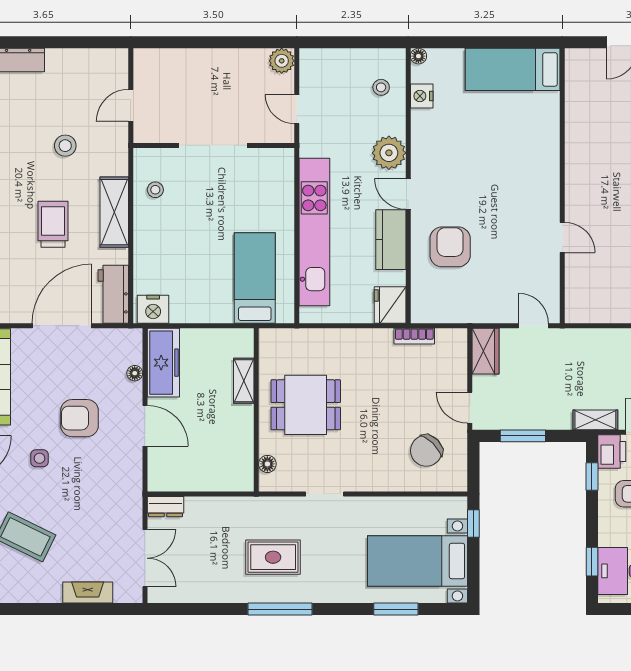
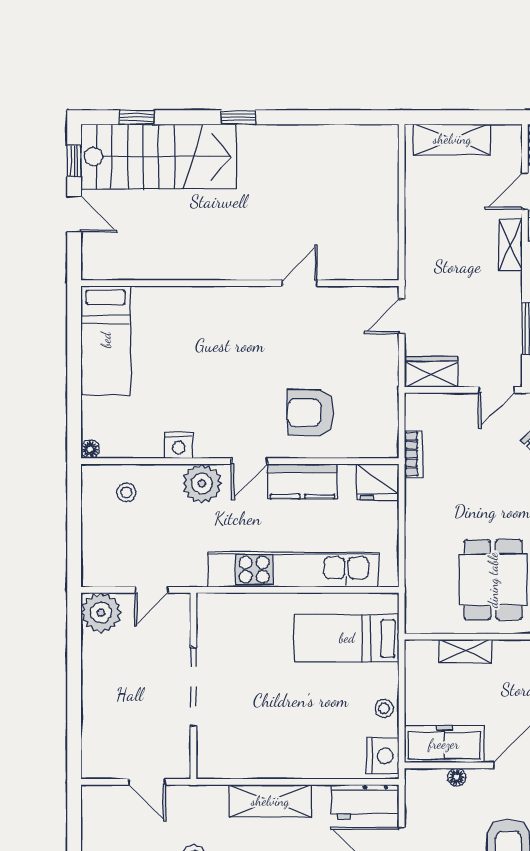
plant: (282, 61) -> (101, 613), width x1.36, depth x1.36
nightstand: (422, 96) -> (179, 446), moved
stool: (155, 190) -> (384, 708), moved

